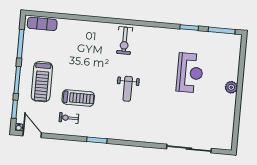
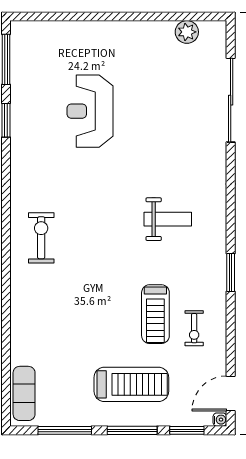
exercise bike: (125, 41) -> (41, 238), turned -90
reception desk: (190, 73) -> (90, 111), turned -90
plant: (231, 87) -> (187, 32), moved
weight bench: (128, 89) -> (168, 219), moved
treadmill: (78, 98) -> (155, 314), turned 180

